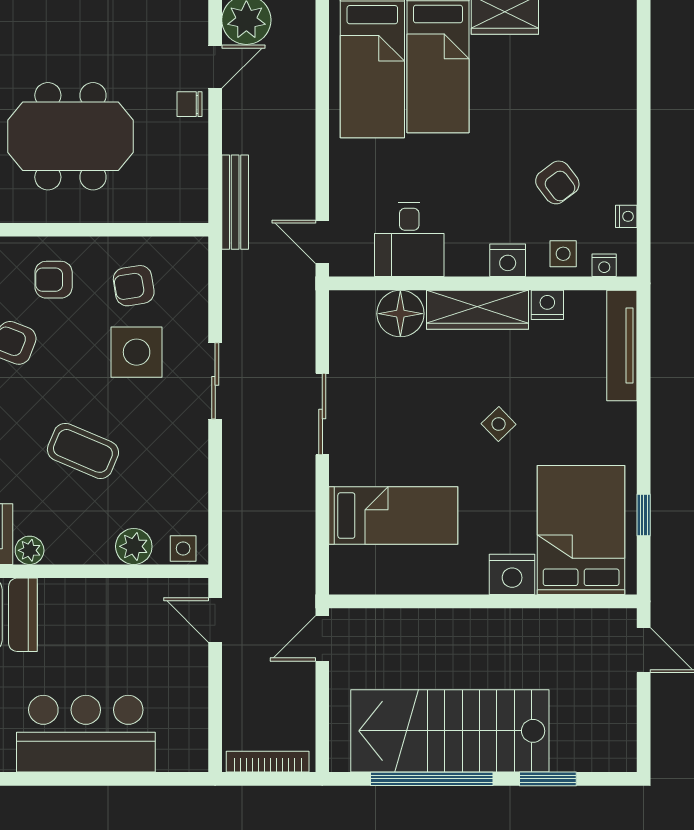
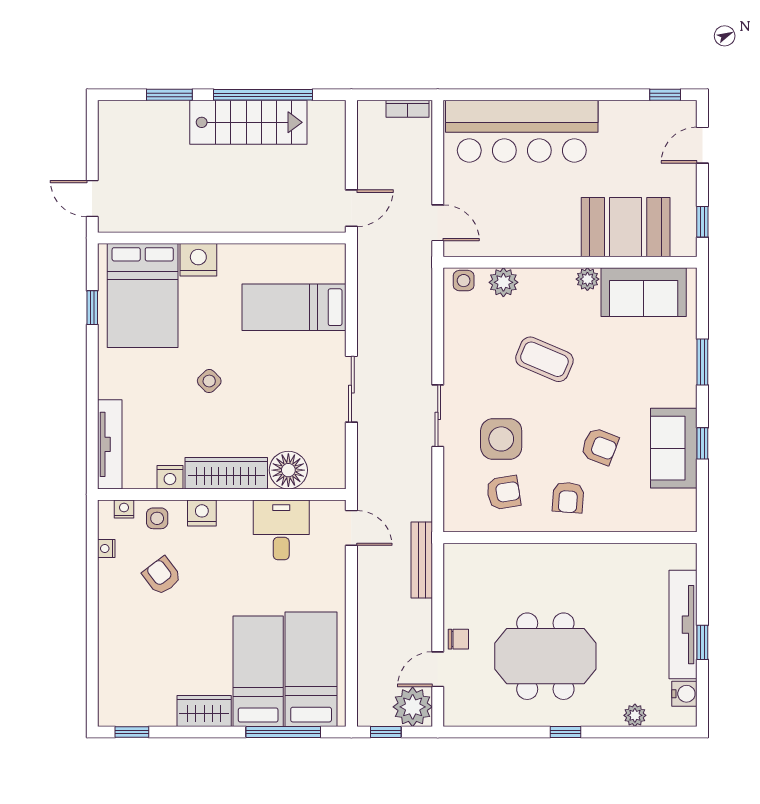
meeting table: (70, 136) -> (545, 656), moved
armchair: (54, 280) -> (568, 497), turned 94
stairs: (450, 731) -> (248, 122), width x0.73, depth x0.66
bar counter: (86, 734) -> (522, 131), width x1.36
bookcase: (268, 762) -> (407, 109), width x0.64

